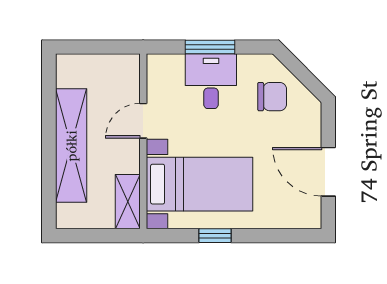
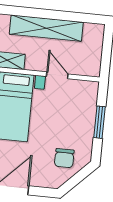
desk: (211, 81) -> (78, 121), removed

